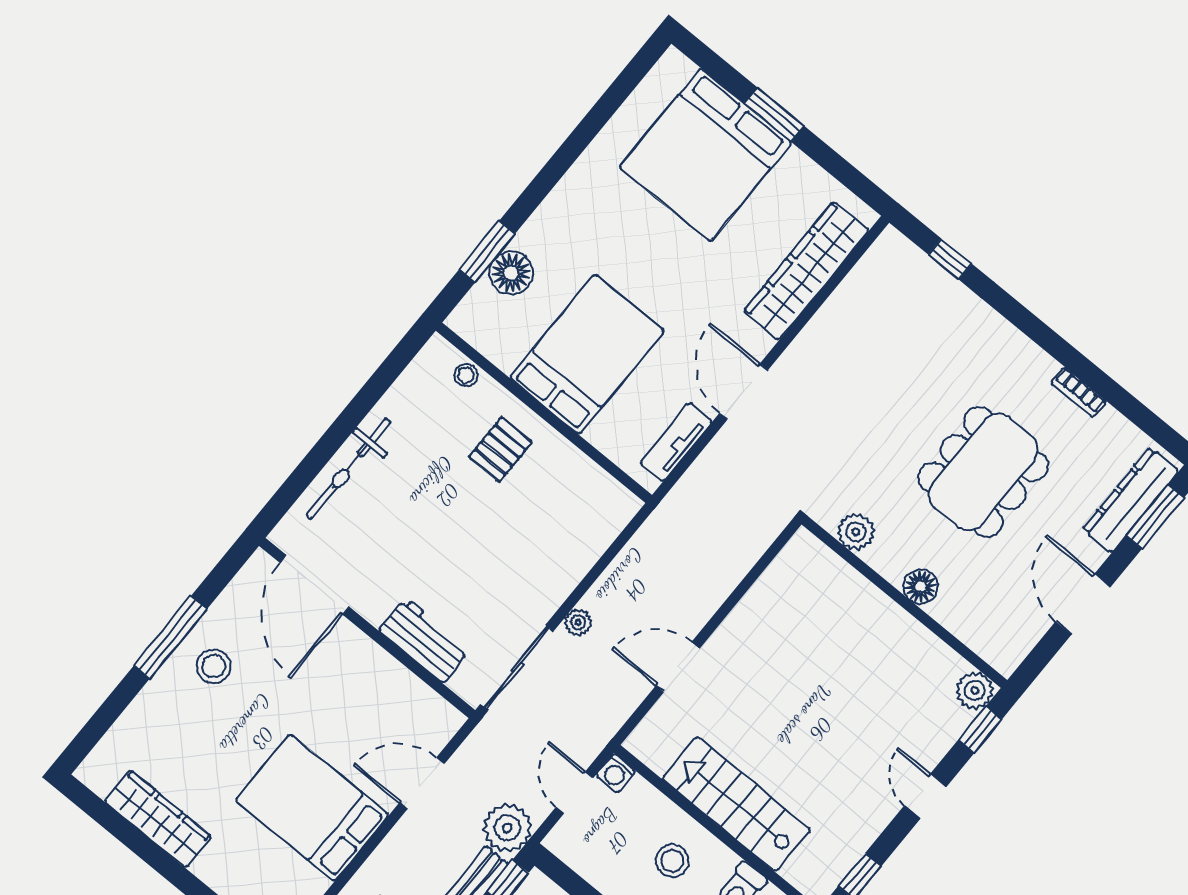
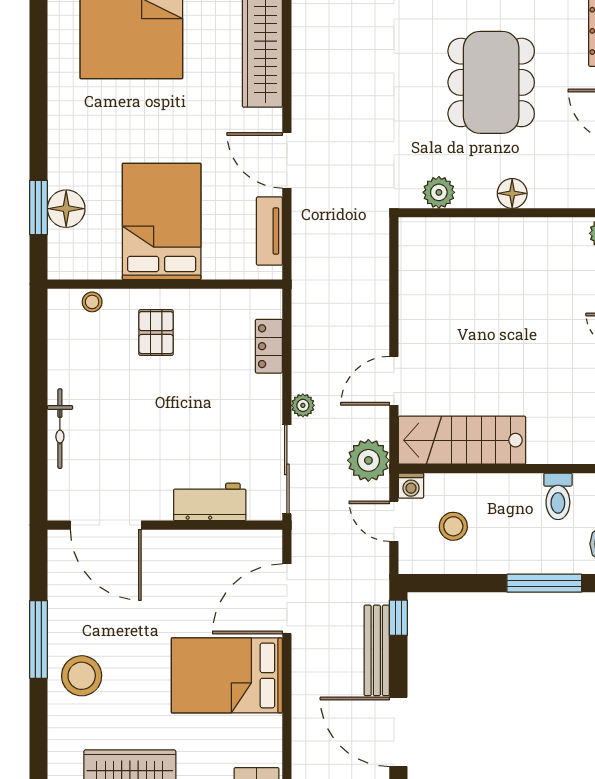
bicycle: (349, 468) -> (60, 429), width x0.73, depth x0.71
locker: (591, 544) -> (269, 346), added
stool: (214, 666) -> (82, 676), moved, width x1.38, depth x1.38
door: (422, 783) -> (287, 599), width x1.36
stairs: (736, 804) -> (462, 440), moved
plant: (507, 828) -> (368, 460), moved
stool: (672, 861) -> (453, 526), moved

